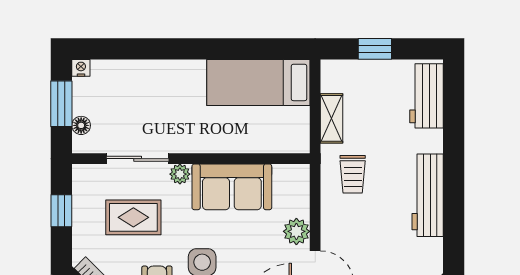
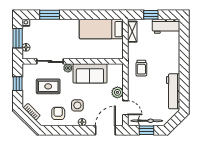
window: (137, 49) -> (50, 15), added
workbench: (427, 96) -> (166, 26), moved, turned -90
shelving: (331, 118) -> (132, 32), moved
workbench: (428, 195) -> (173, 91), moved

